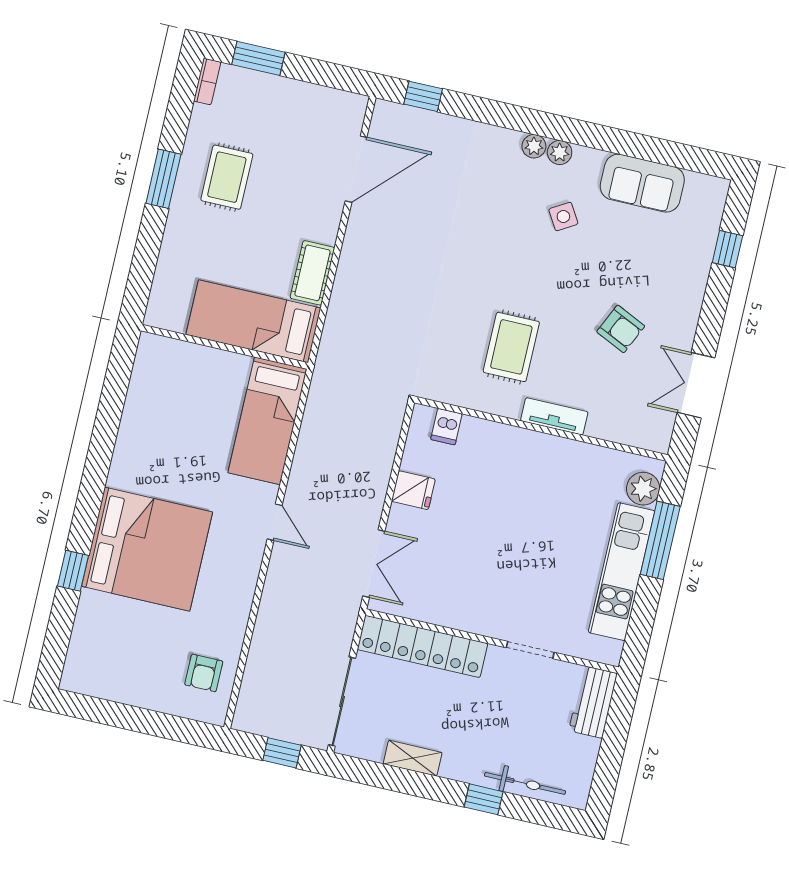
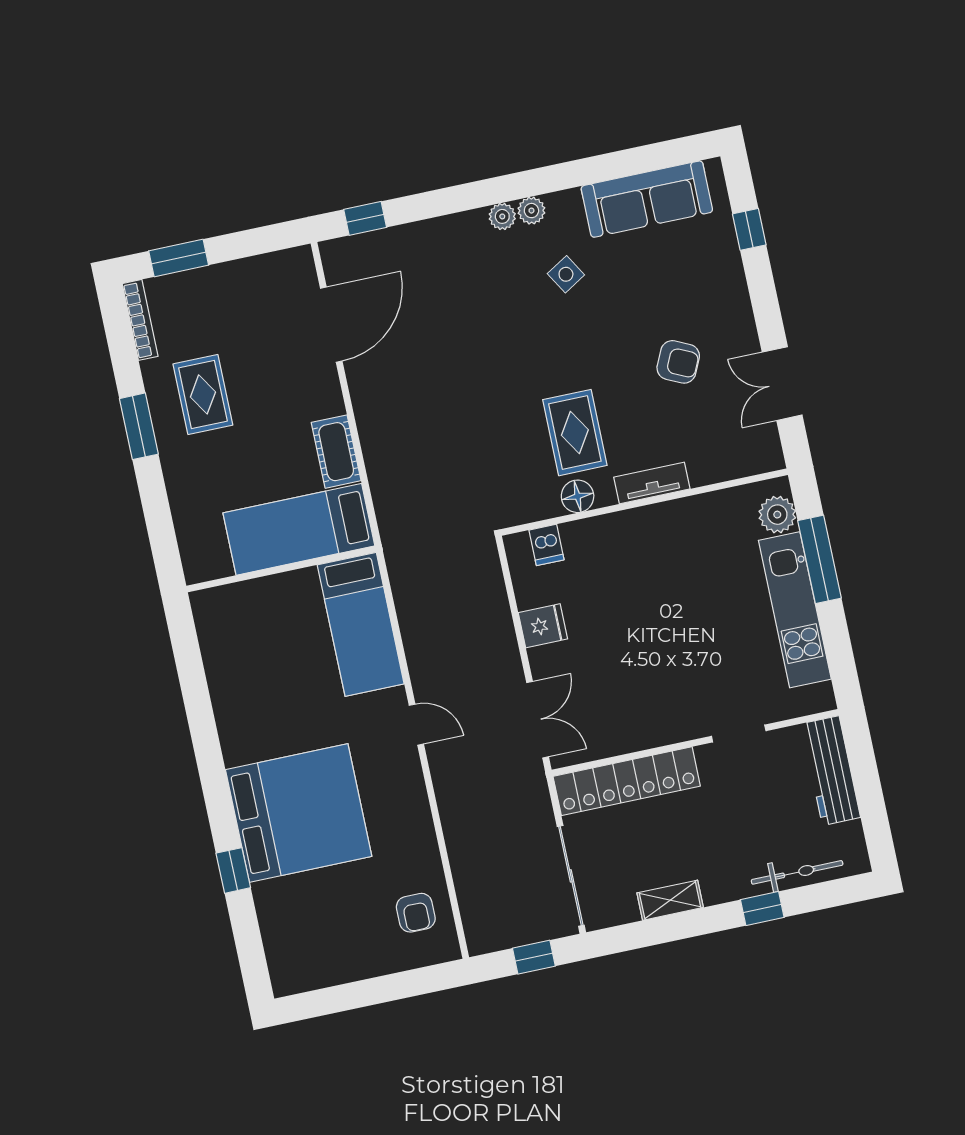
bookcase: (207, 81) -> (140, 320), width x1.56
sofa: (642, 183) -> (647, 199), width x1.36
floor lamp: (490, 399) -> (578, 496), added
workbench: (593, 702) -> (831, 771), width x1.38

